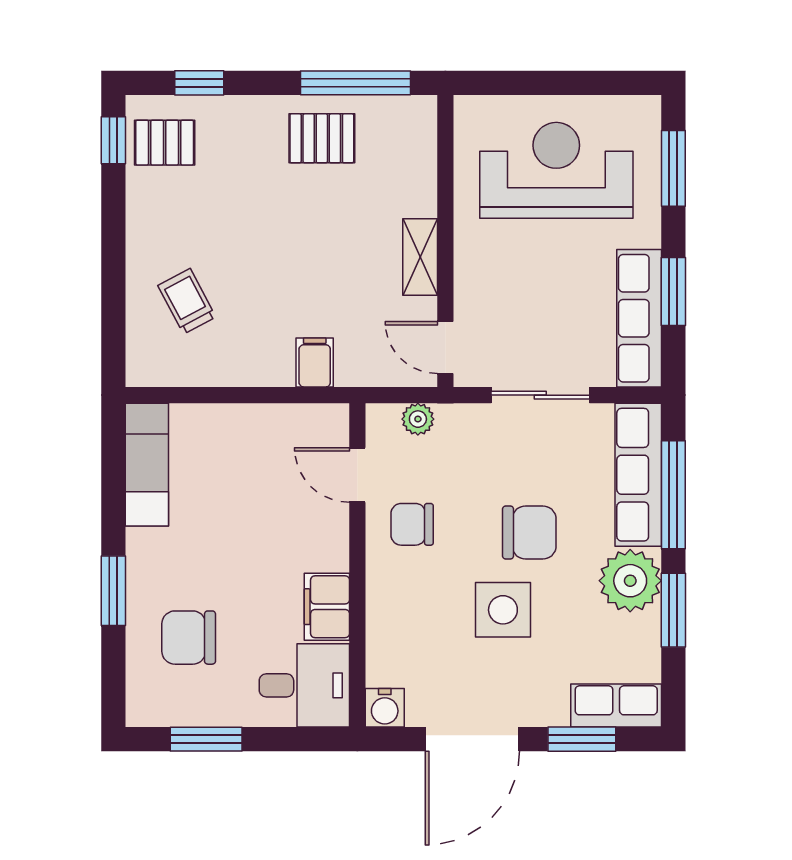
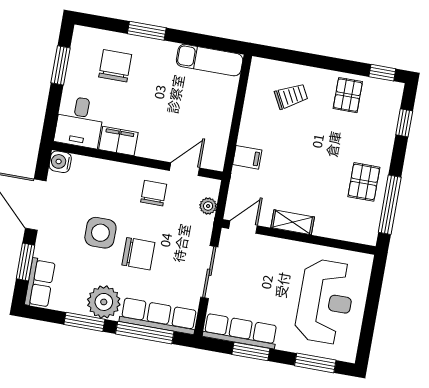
pallet: (165, 143) -> (348, 95), moved
chair: (529, 533) -> (138, 254), turned -90

